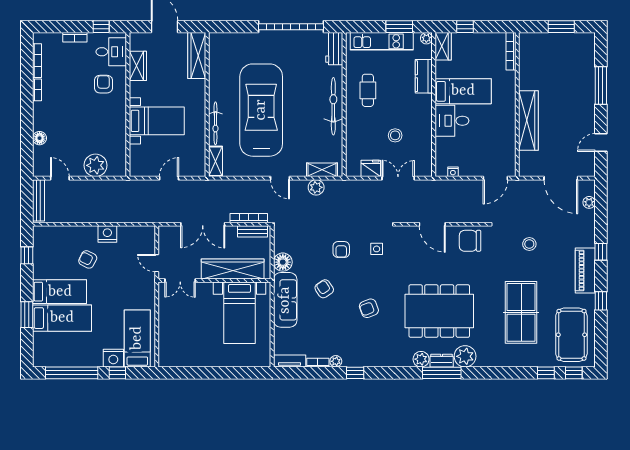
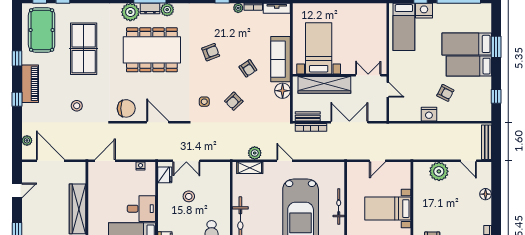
shelving: (216, 161) -> (339, 175), removed
fridge: (371, 168) -> (165, 175), moved, turned -90
armchair: (341, 250) -> (234, 101), turned -134

